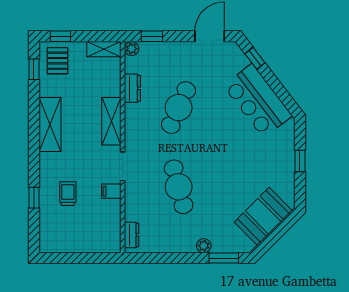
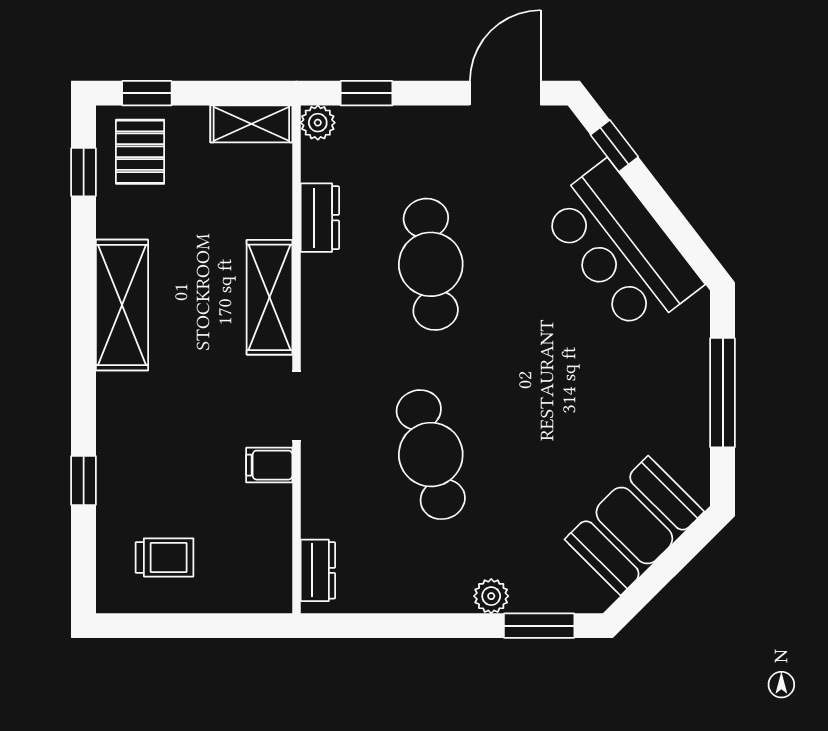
cafe table: (179, 108) -> (431, 264), turned -30
window: (300, 161) -> (723, 393), width x2.17
trolley: (68, 194) -> (165, 557), moved, turned 90

